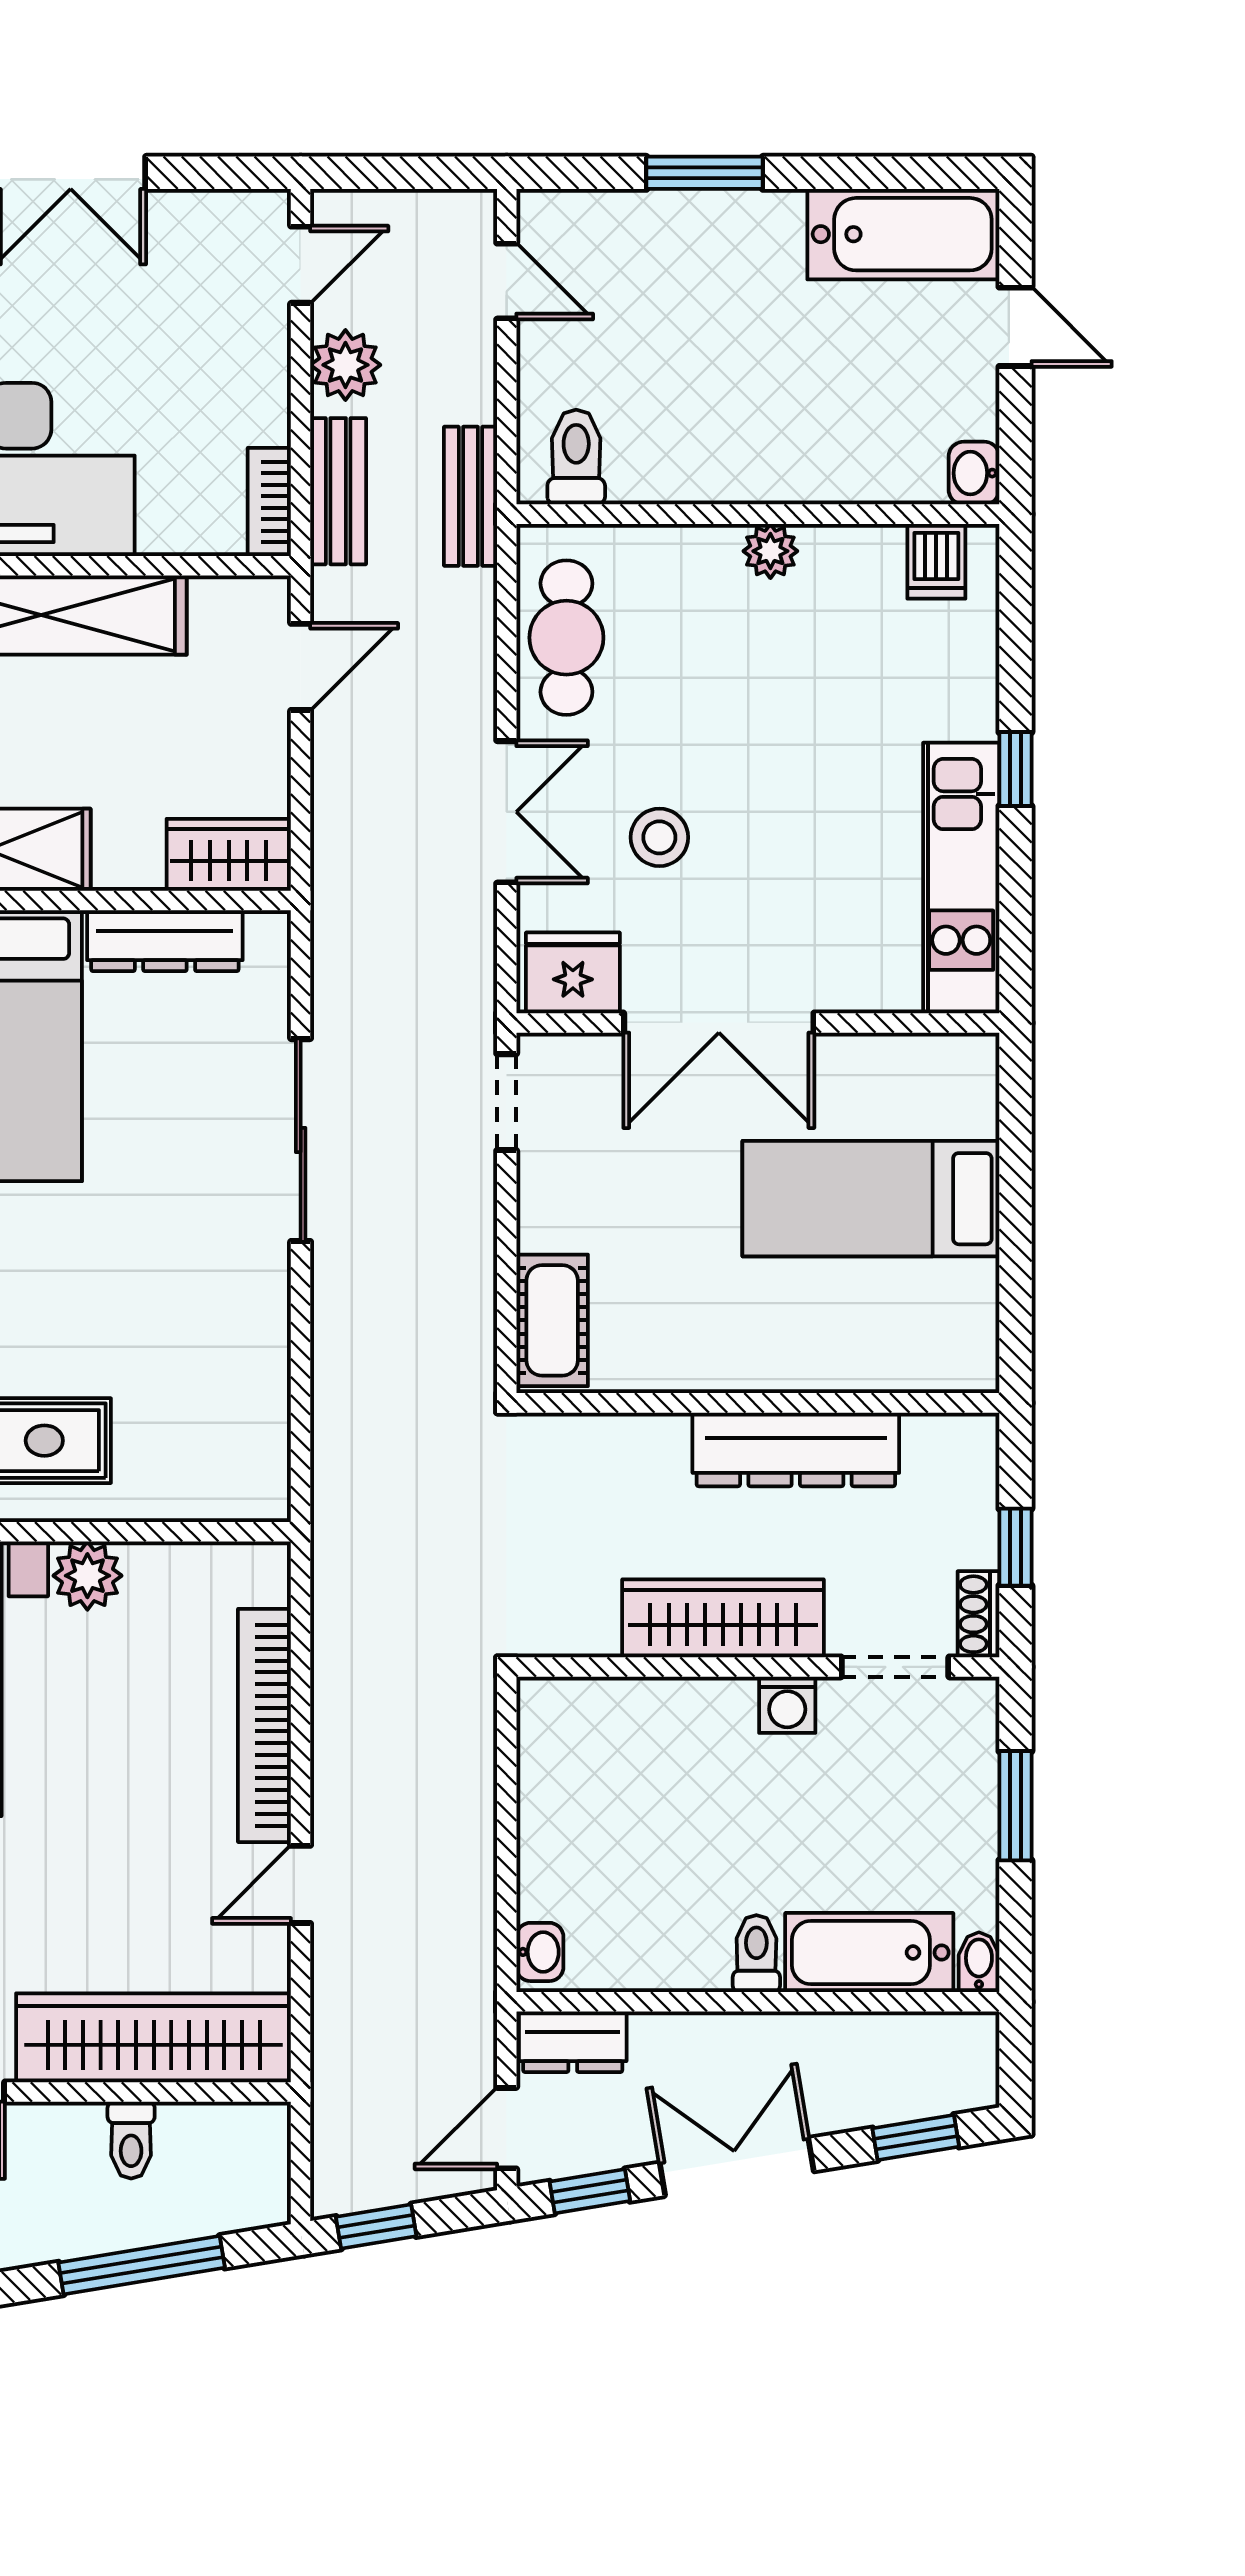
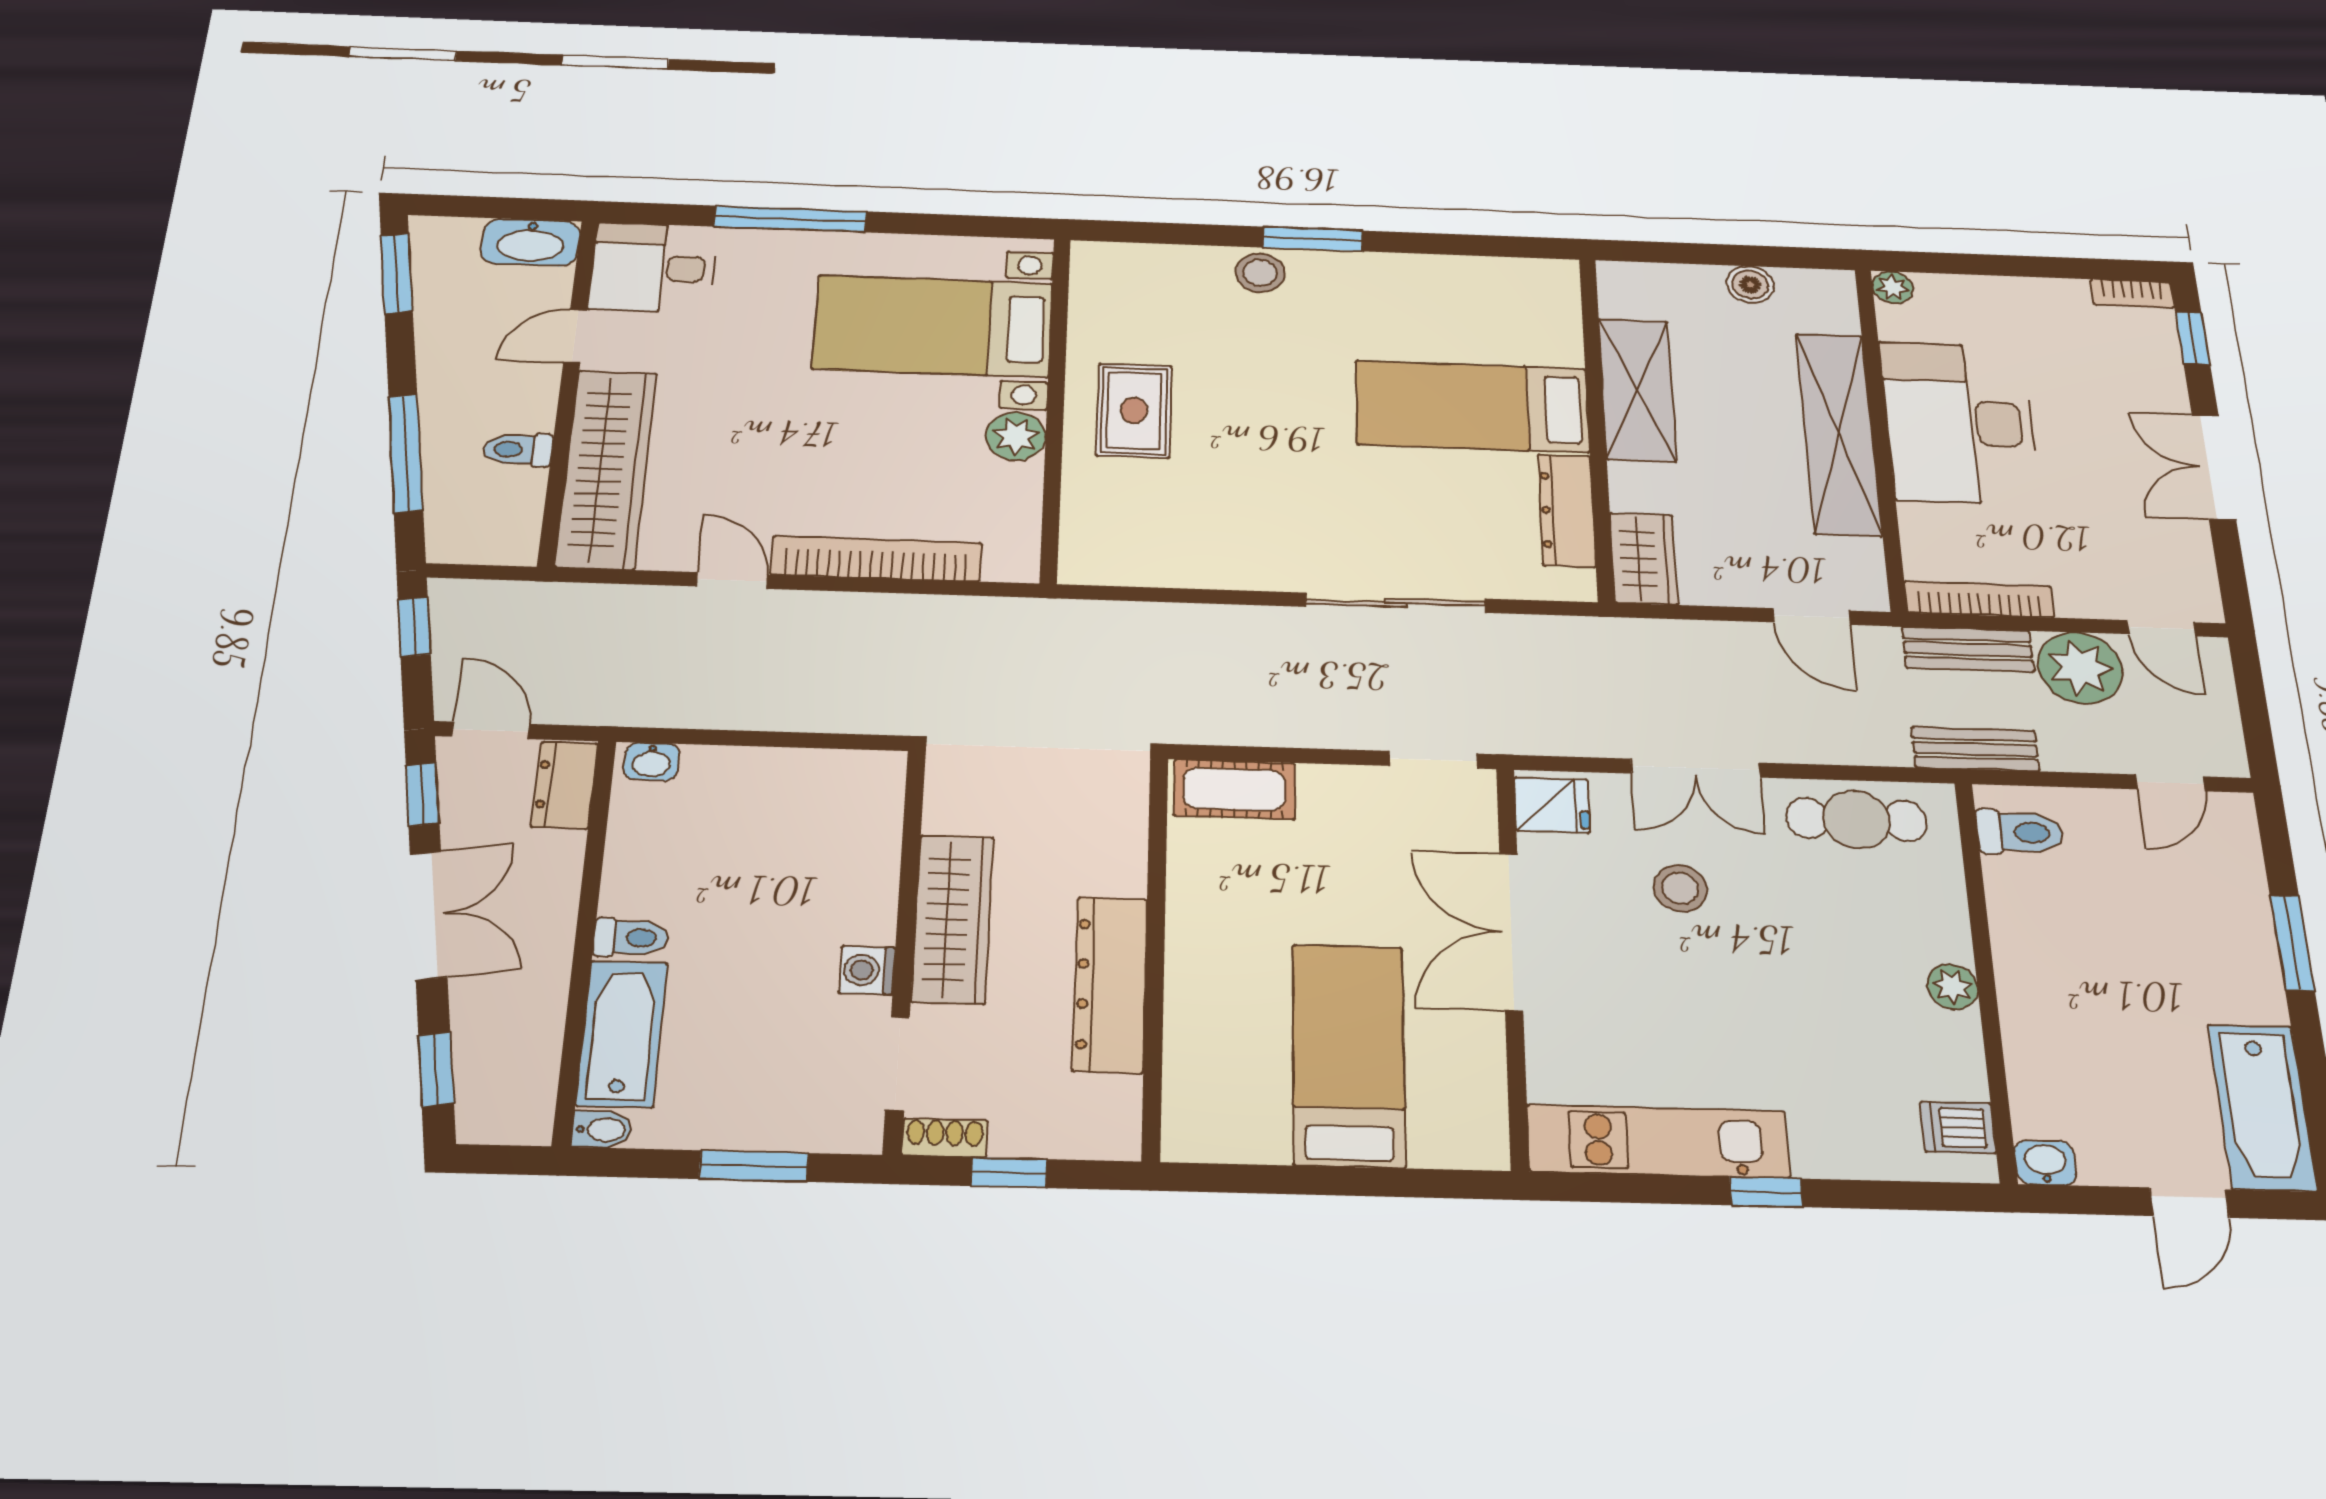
plant: (345, 365) -> (2080, 668), width x1.36, depth x1.36
bookcase: (269, 502) -> (1979, 599), width x1.56
fridge: (573, 973) -> (1552, 805), width x0.72

